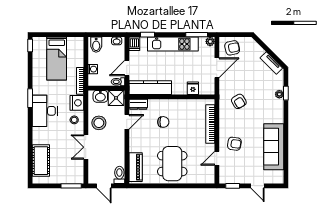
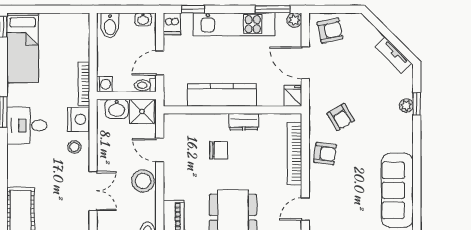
bed: (57, 59) -> (23, 48), moved
door: (217, 68) -> (305, 63), swing flipped
washing machine: (93, 69) -> (104, 84), moved
kitchen counter: (150, 88) -> (222, 95), moved
fridge: (193, 88) -> (293, 96), moved
dresser: (138, 104) -> (244, 122), moved
desk: (45, 111) -> (27, 125), width x0.73
door: (127, 122) -> (160, 150), swing flipped
stool: (99, 123) -> (143, 181), moved
armchair: (234, 144) -> (325, 153), moved
double door: (86, 147) -> (93, 191), swing flipped

